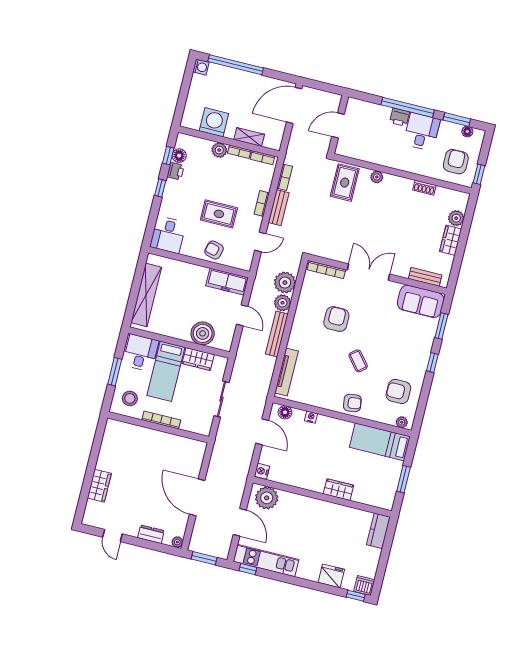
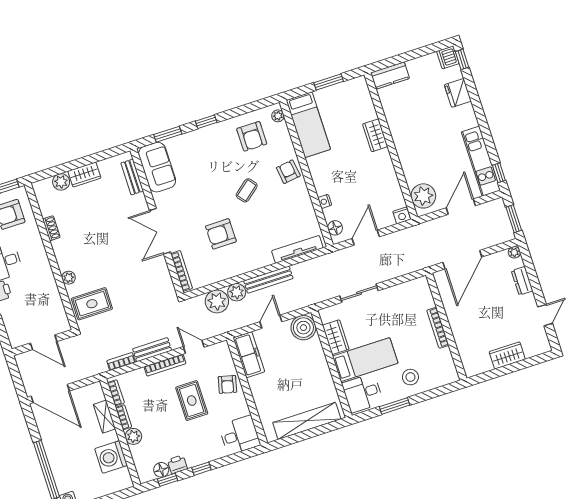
bookcase: (262, 203) -> (165, 365), width x1.56
boiler: (203, 333) -> (303, 328), moved
bookcase: (161, 420) -> (438, 328), moved
wall: (158, 427) -> (446, 327), moved

